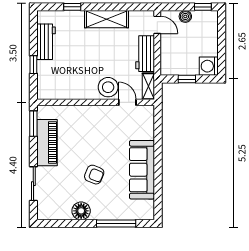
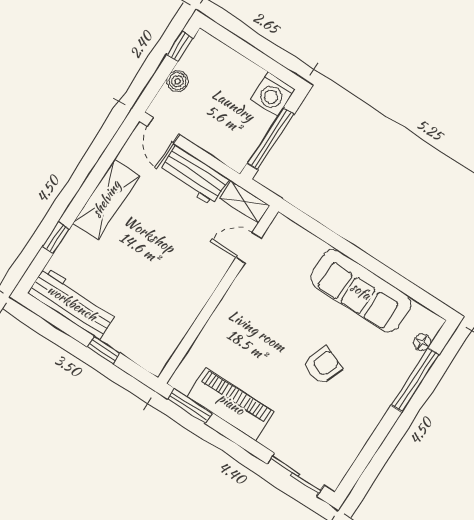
door: (157, 25) -> (163, 130), swing flipped
workbench: (46, 42) -> (72, 303), width x1.38
window: (187, 79) -> (271, 139), width x2.17
stool: (108, 87) -> (208, 262), removed
sliding door: (33, 184) -> (295, 475), moved
floor lamp: (81, 211) -> (422, 342), moved, width x0.53, depth x0.53

